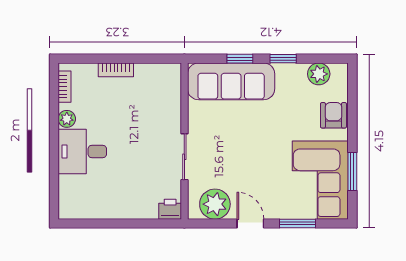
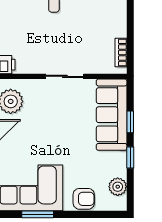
bookcase: (116, 70) -> (121, 52), moved
sliding door: (184, 157) -> (65, 76), moved

